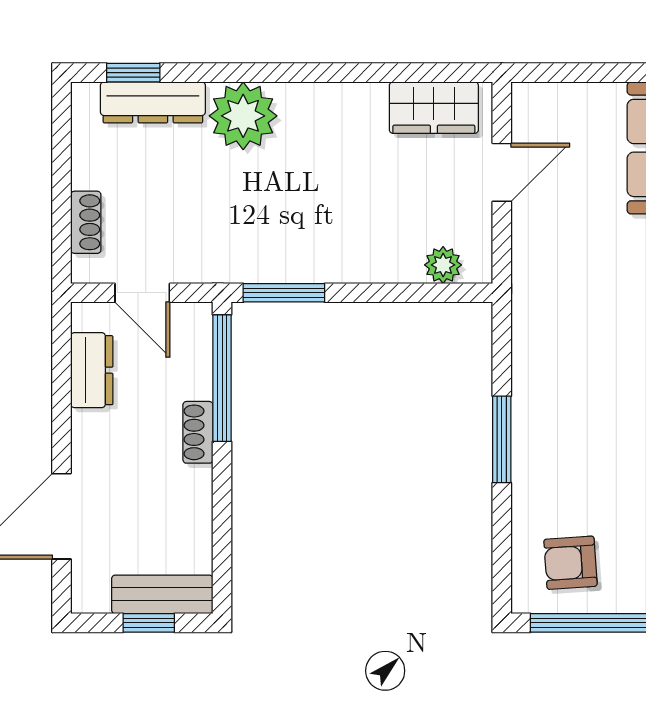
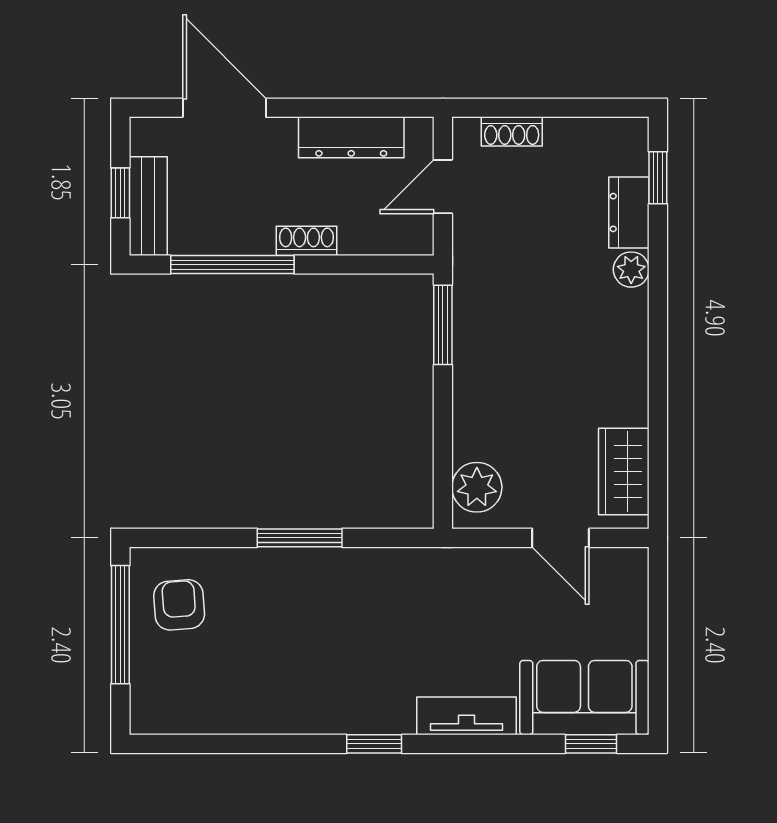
dresser: (153, 102) -> (629, 213), width x0.70
plant: (243, 116) -> (631, 270), width x0.53, depth x0.53
plant: (443, 265) -> (477, 487), width x1.38, depth x1.38
dresser: (92, 370) -> (351, 137), width x1.44
window: (222, 378) -> (232, 265), moved

